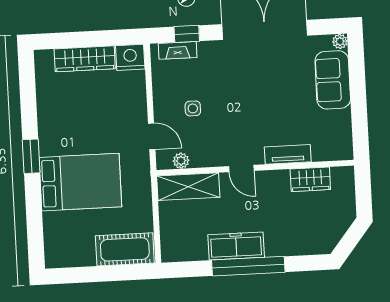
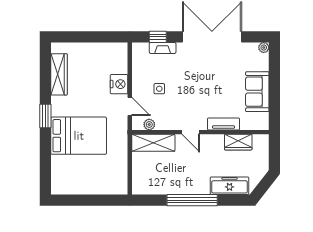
fireplace: (178, 50) -> (163, 48), moved
nightstand: (130, 57) -> (119, 84), moved, turned 90
wardrobe: (85, 59) -> (59, 74), moved, turned -90
sofa: (333, 80) -> (257, 92), moved
freezer: (236, 246) -> (230, 186), moved
cot: (125, 249) -> (107, 184), removed

